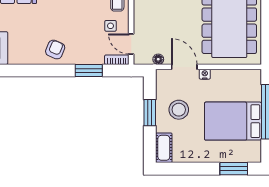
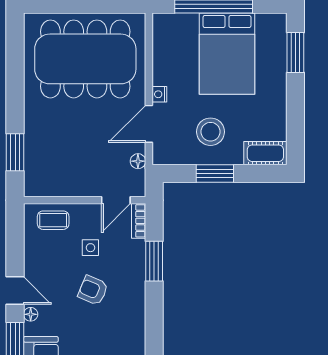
side table: (110, 26) -> (90, 248), moved
armchair: (55, 50) -> (93, 290), moved

